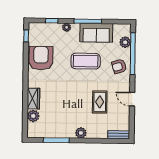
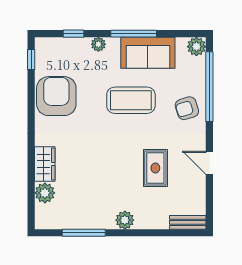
plant: (125, 42) -> (196, 47), moved

